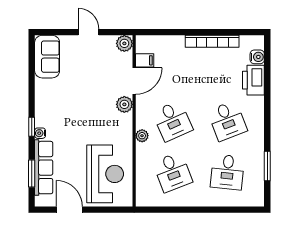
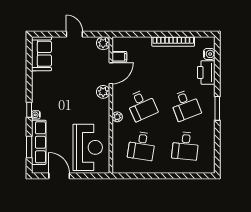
window: (267, 166) -> (217, 108), moved
desk: (173, 172) -> (142, 146), turned 30

